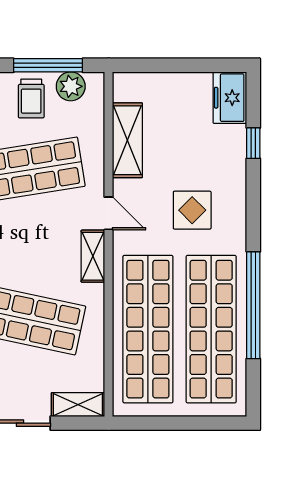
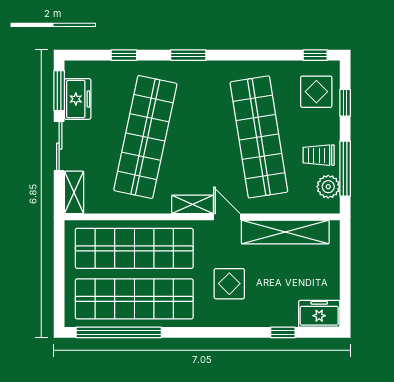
shelving: (127, 140) -> (285, 232), width x1.47
door: (109, 213) -> (227, 217), swing flipped
window: (253, 305) -> (119, 332), moved

